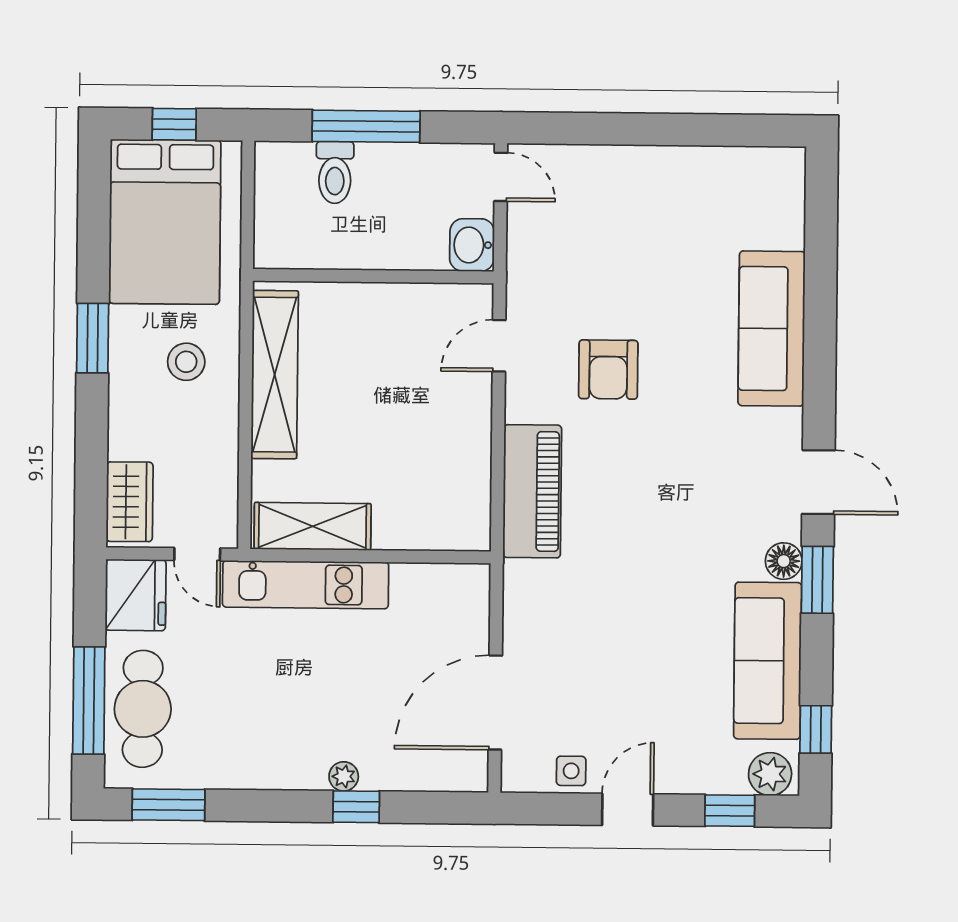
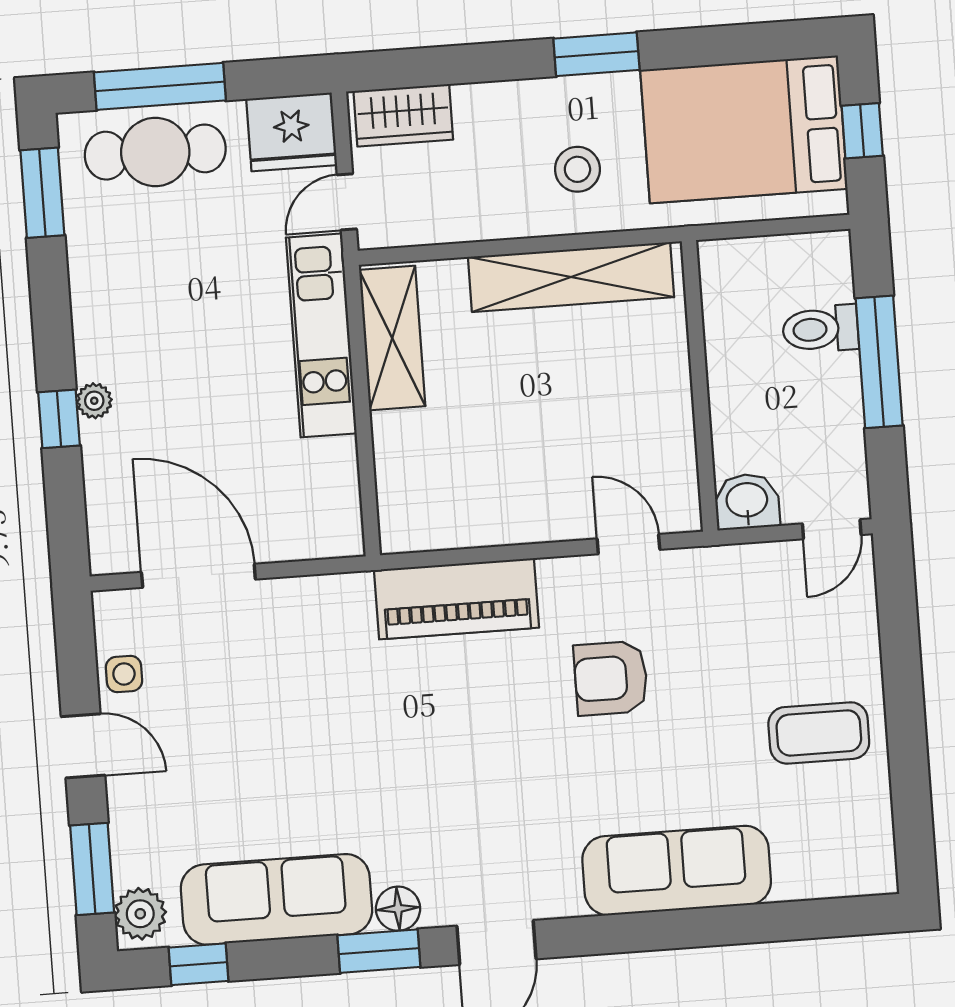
coffee table: (668, 202) -> (819, 733), added
window: (730, 811) -> (92, 869), width x1.50

